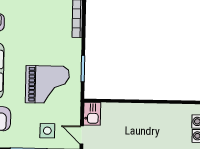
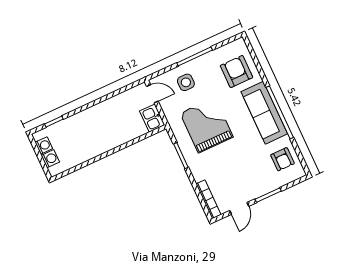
grand piano: (47, 84) -> (207, 125), turned 90

